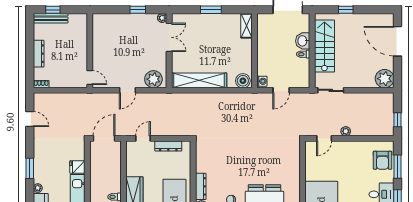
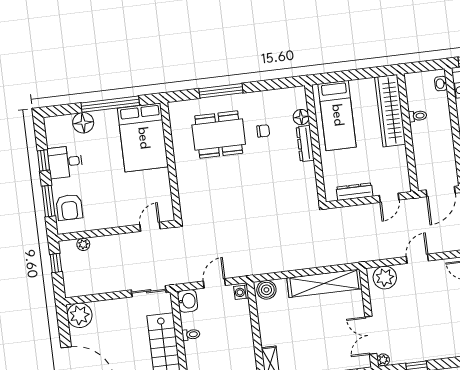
washbasin: (303, 41) -> (188, 301), moved
plant: (346, 131) -> (83, 244), moved
armchair: (382, 160) -> (69, 207), turned 180

